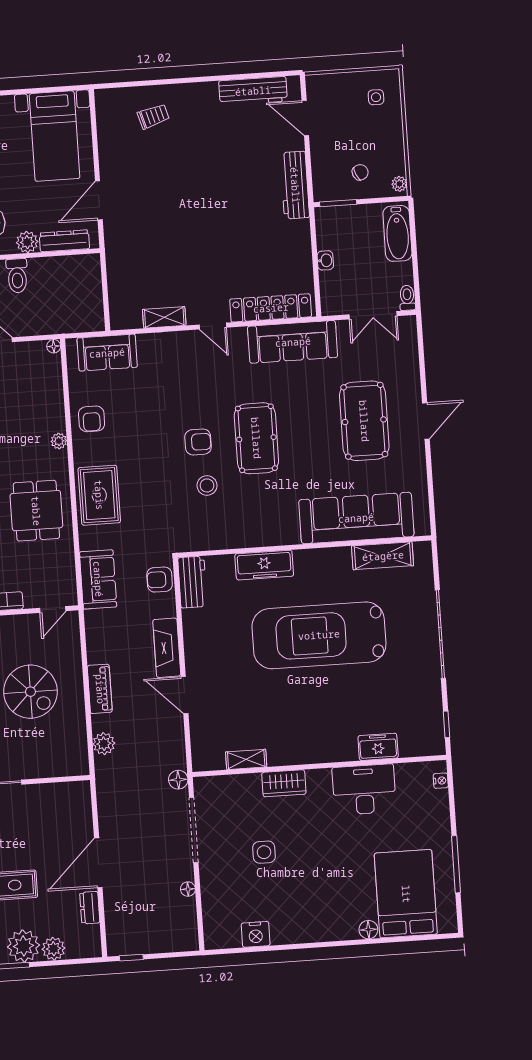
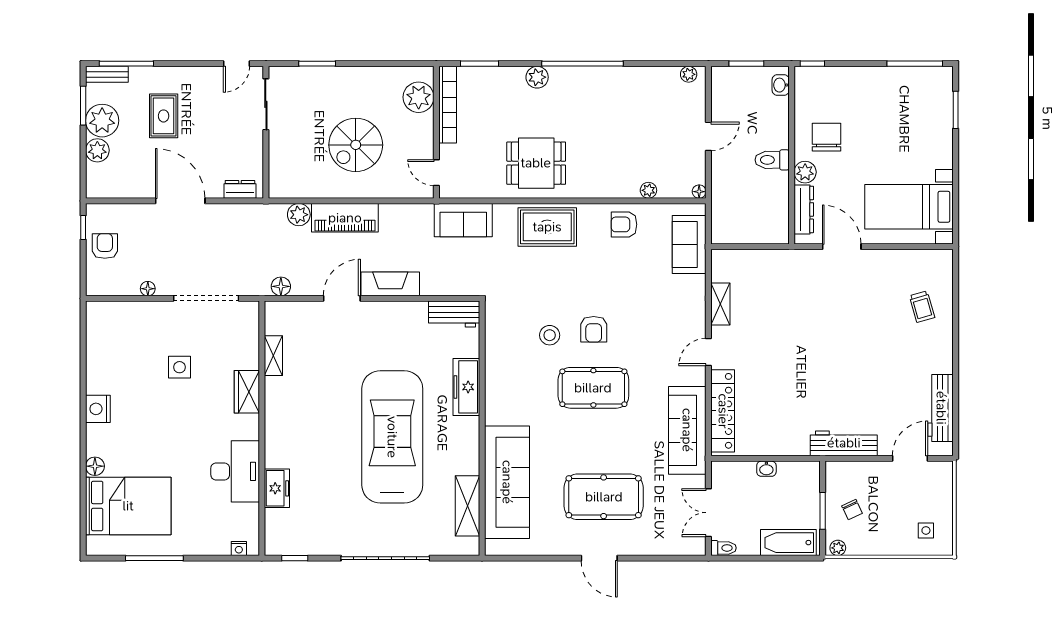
window: (338, 203) -> (823, 511), moved
plant: (59, 441) -> (648, 190), moved
armchair: (160, 580) -> (105, 246), moved
piano: (100, 689) -> (345, 218), width x1.37, depth x1.33
floor lamp: (178, 780) -> (281, 286), moved
dresser: (90, 908) -> (240, 189), moved
nightstand: (256, 934) -> (98, 409), moved

